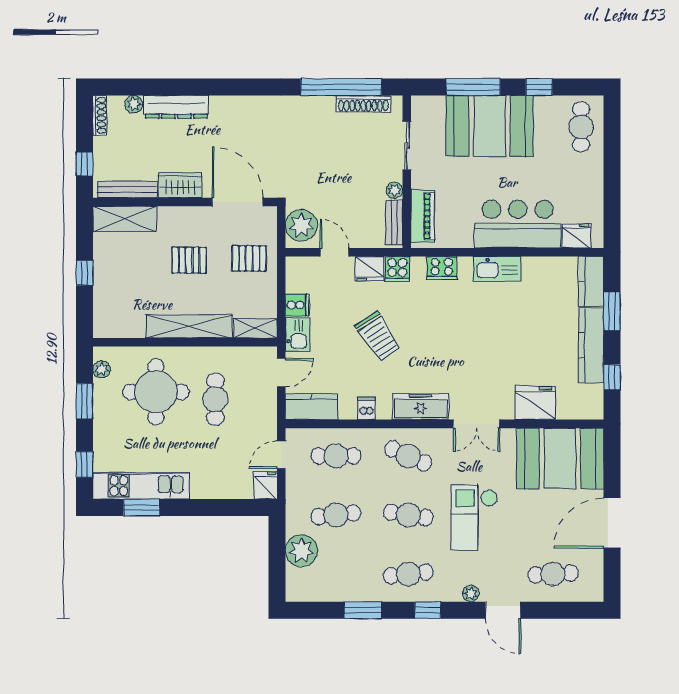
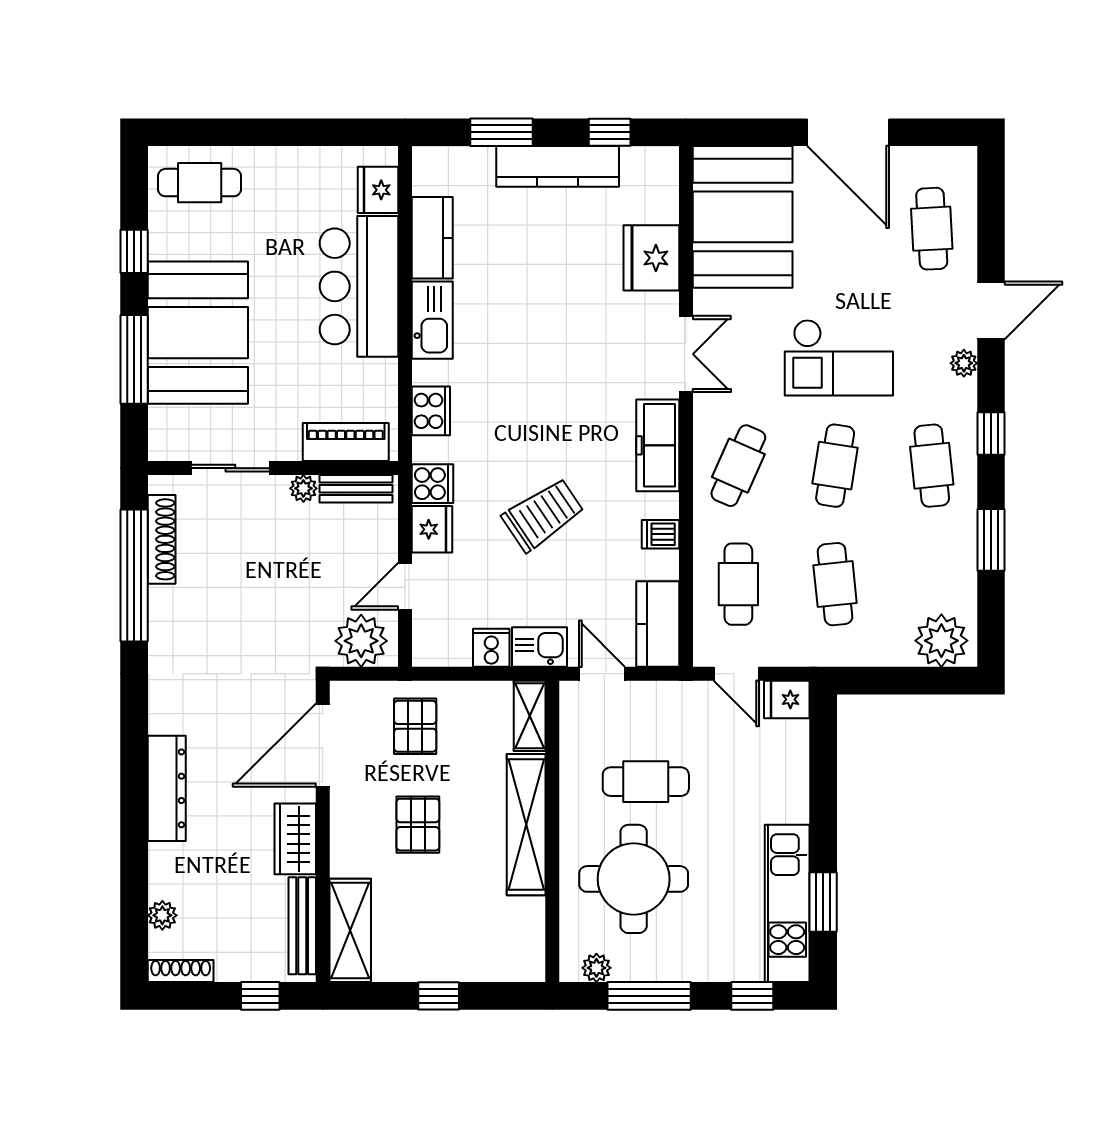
dresser: (176, 107) -> (167, 788), moved
kitchen counter: (591, 281) -> (432, 238), moved, turned -90
window: (85, 401) -> (649, 996), width x1.44
plant: (301, 551) -> (941, 641), moved

